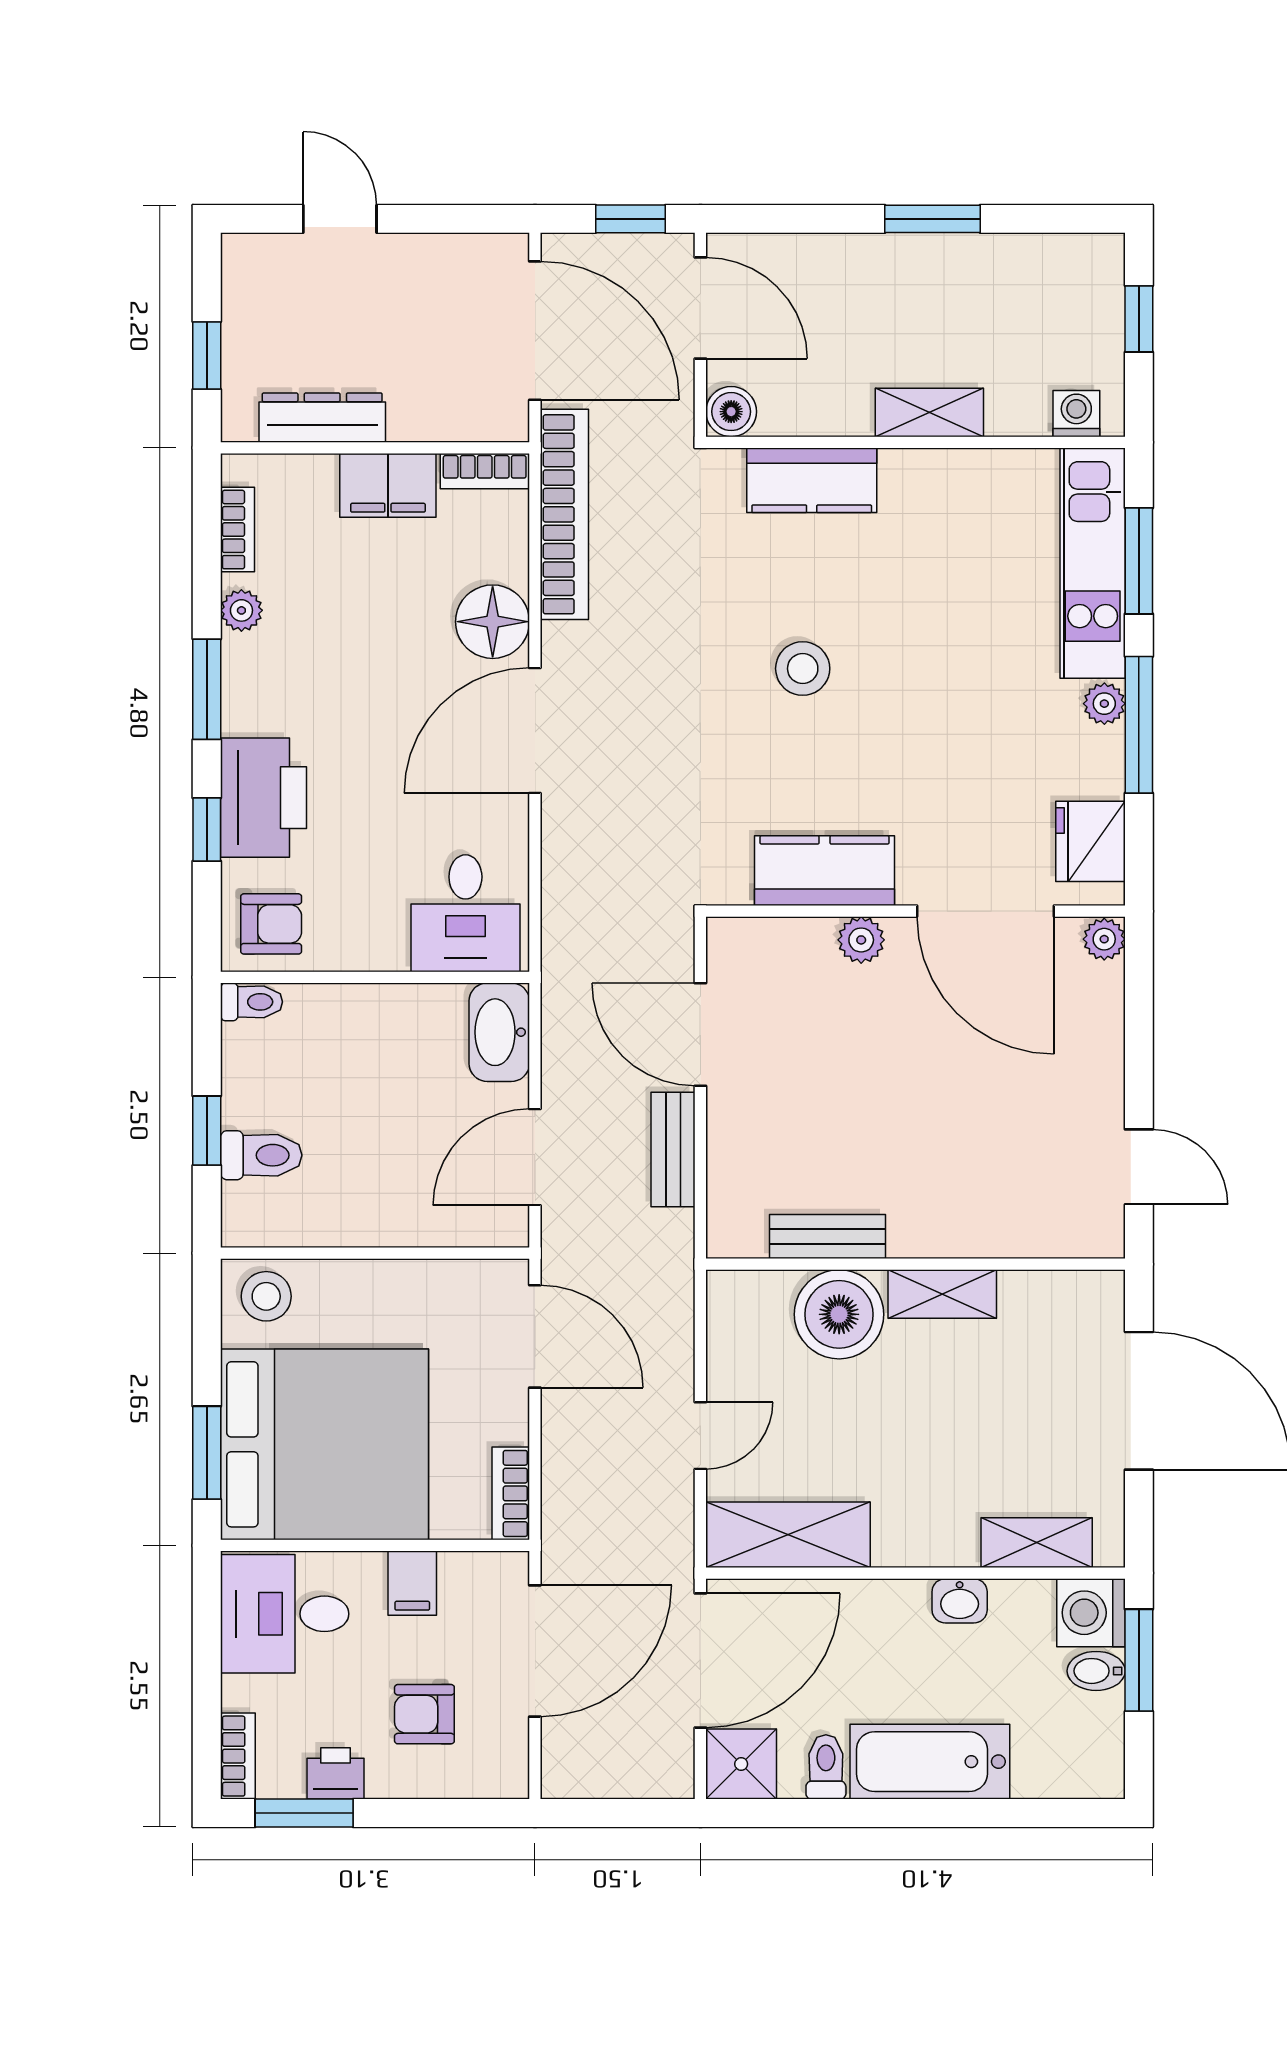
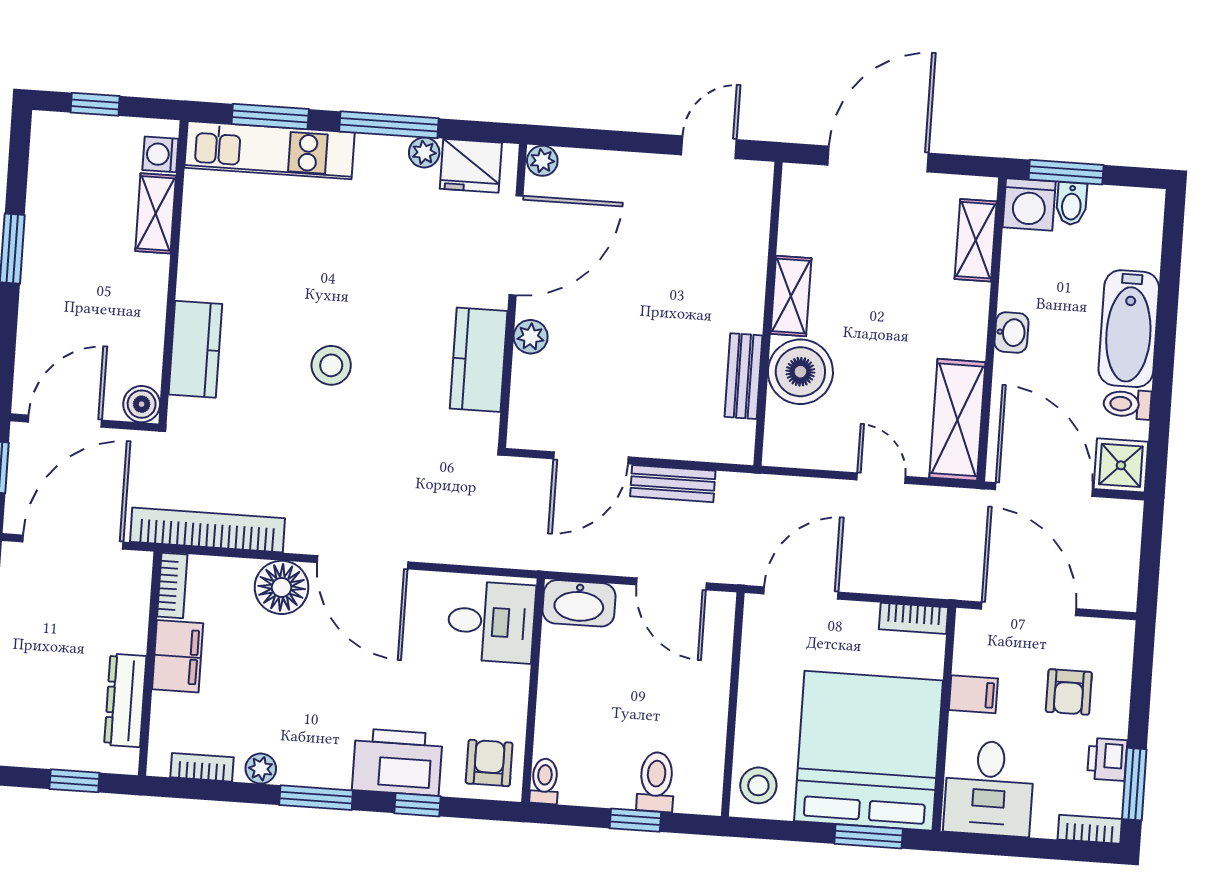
shelving: (929, 412) -> (156, 213), moved
plant: (1104, 704) -> (424, 152), moved
washbasin: (960, 1601) -> (1012, 332), moved

